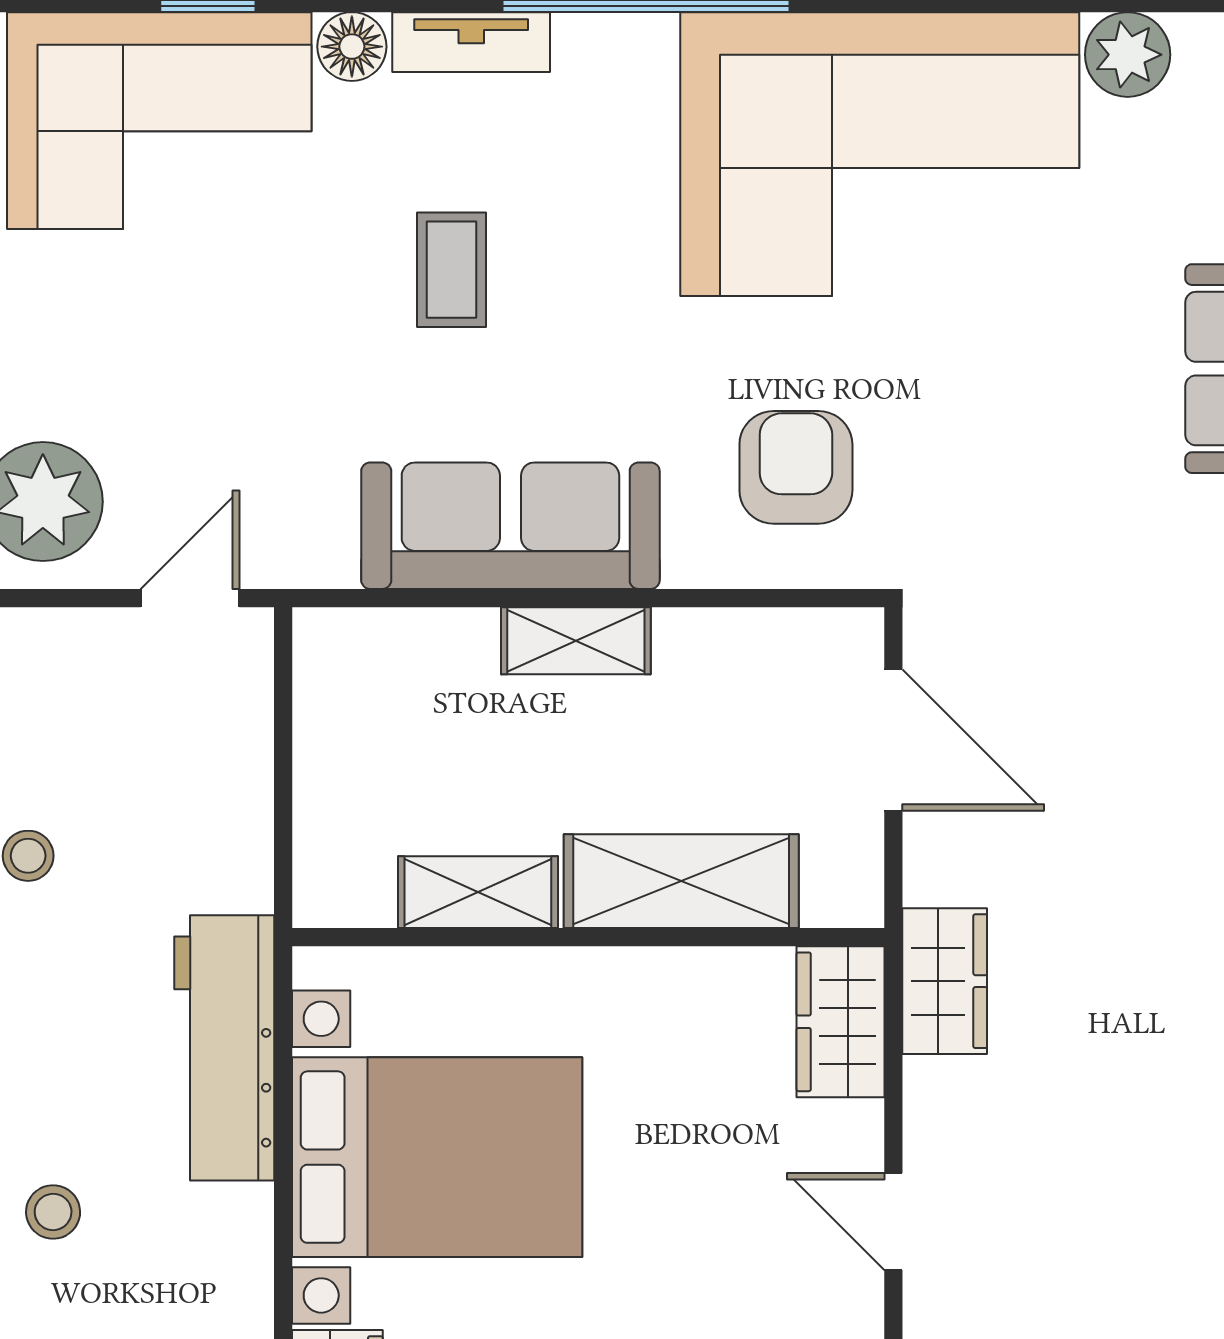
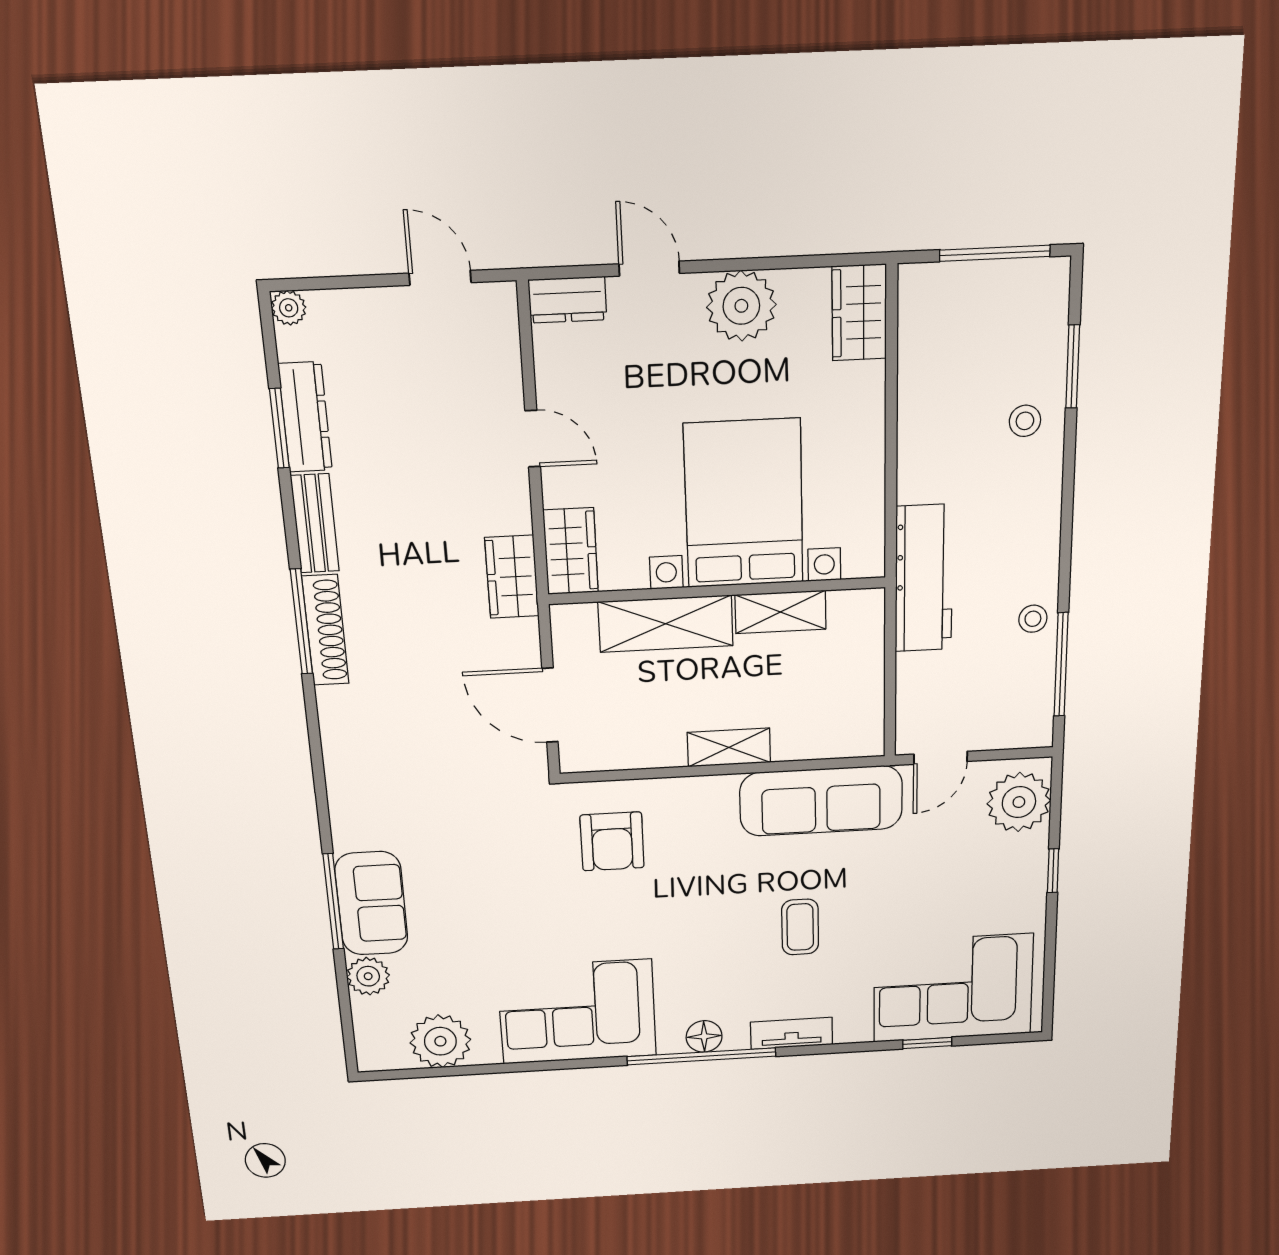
floor lamp: (352, 47) -> (704, 1036), moved
plant: (1128, 55) -> (440, 1041), width x1.36, depth x1.36
corner sofa: (880, 154) -> (577, 1012), width x0.73, depth x0.74
sofa: (510, 526) -> (821, 801), moved
workbench: (224, 1048) -> (924, 578), moved
bed with nightstands: (437, 1157) -> (744, 504), moved, turned 90

